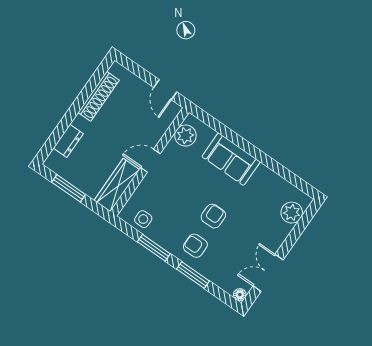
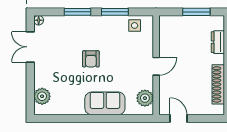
wardrobe: (117, 185) -> (167, 36), removed
armchair: (195, 246) -> (89, 32), removed
double door: (268, 273) -> (30, 47), swing flipped

